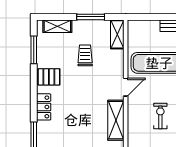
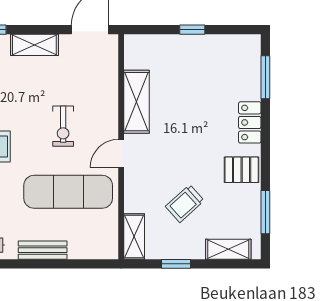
window: (91, 17) -> (176, 264), width x0.67
trolley: (85, 55) -> (185, 204), turned 48
exercise bike: (160, 116) -> (63, 126), moved

